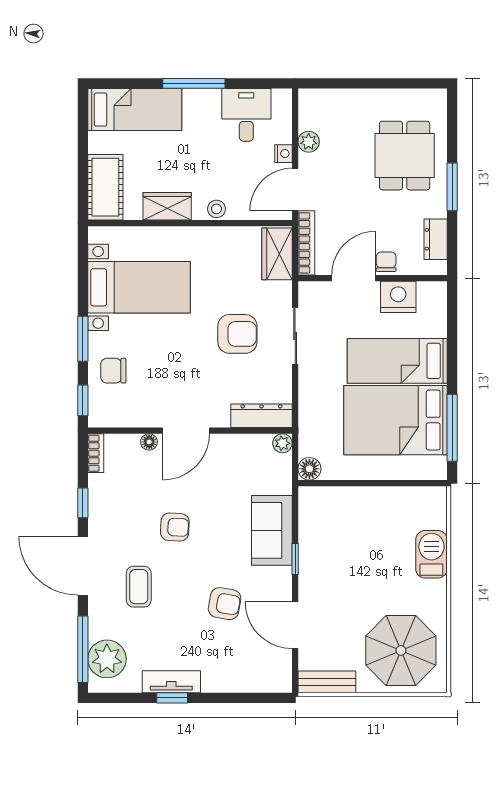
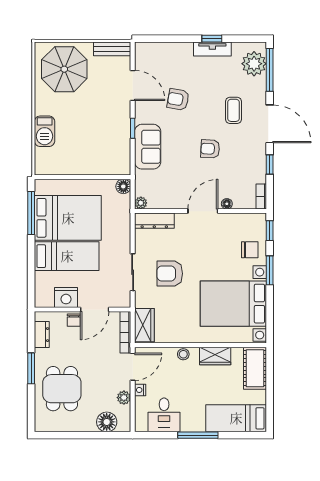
floor lamp: (335, 104) -> (107, 422), added
bed with nightstands: (139, 287) -> (233, 304), width x1.36

